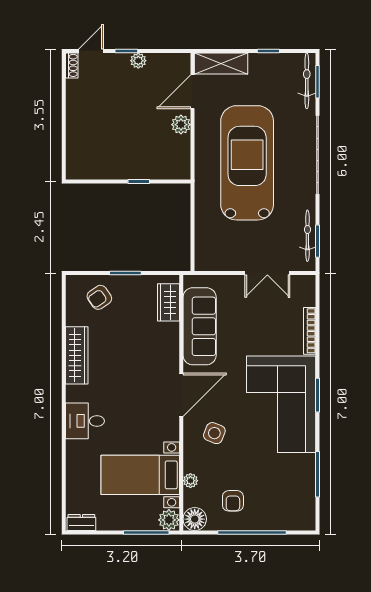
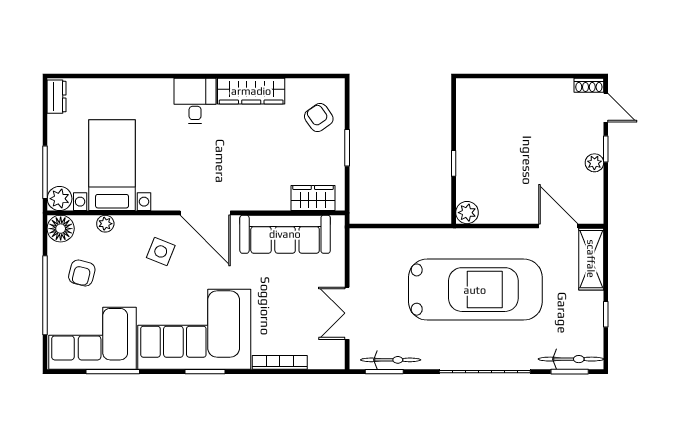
plant: (181, 125) -> (467, 213), moved
desk: (85, 421) -> (195, 101), moved
corner sofa: (289, 492) -> (92, 338), added
armchair: (233, 501) -> (82, 273), turned -76

